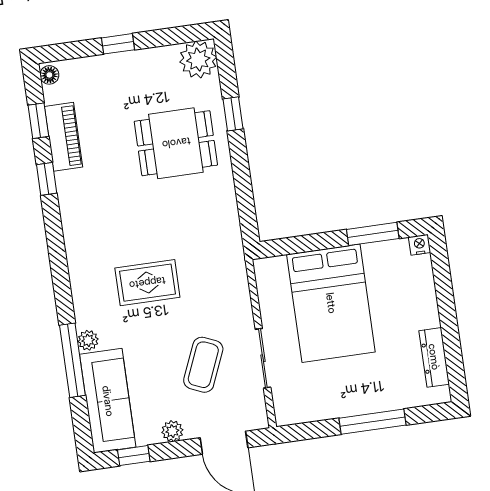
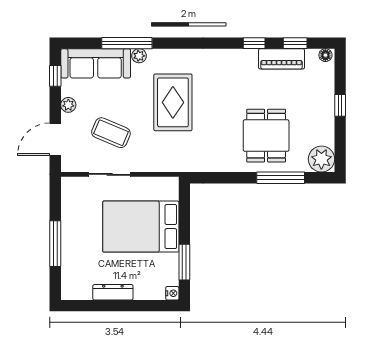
window: (233, 114) -> (281, 178), width x2.17
rug: (147, 283) -> (173, 102), width x1.36, depth x1.43
dresser: (434, 357) -> (113, 292), moved

